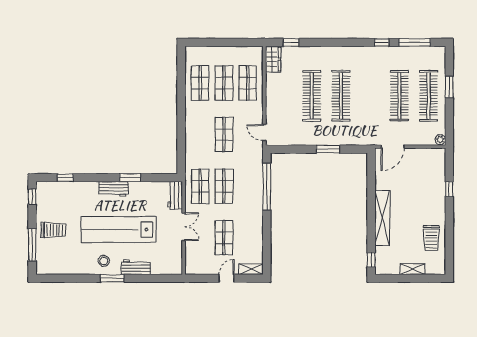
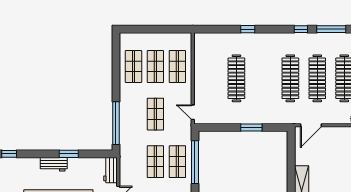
window: (291, 42) -> (248, 29), moved
wardrobe: (273, 59) -> (201, 45), removed
clothes rail: (341, 96) -> (290, 78), moved
window: (181, 144) -> (116, 123), added
shop shelf: (200, 186) -> (177, 162), moved

